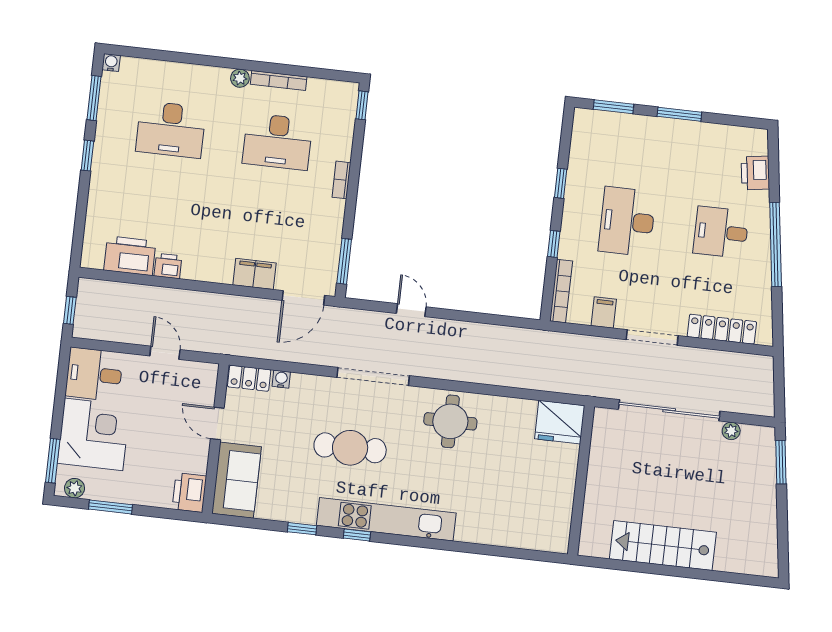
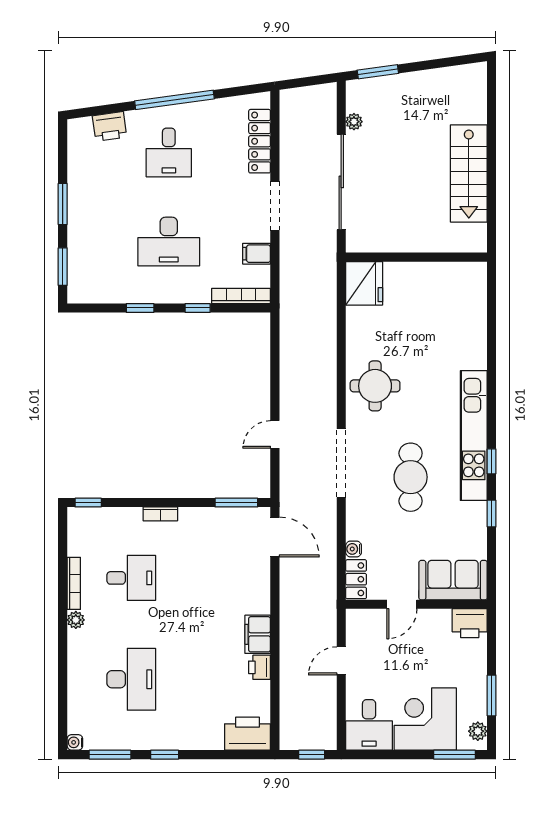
desk: (277, 142) -> (131, 578), width x0.73
printer: (130, 256) -> (248, 734), moved, turned 90
filing cabinet: (255, 274) -> (258, 634), moved

